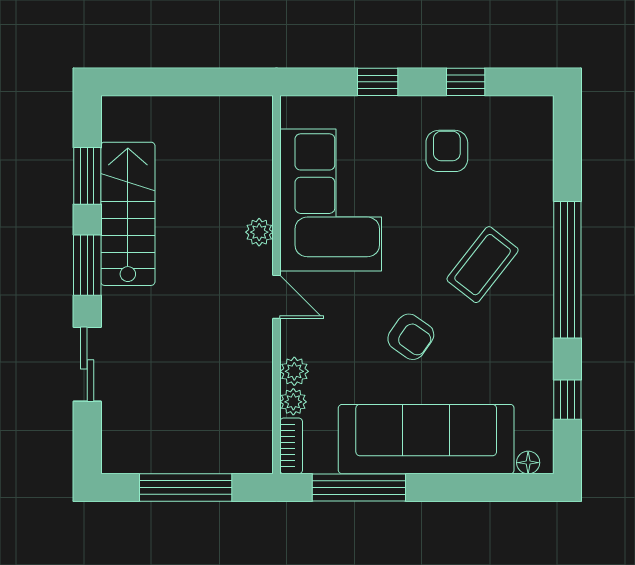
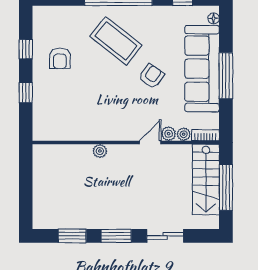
armchair: (447, 151) -> (60, 58), turned -90
corner sofa: (331, 200) -> (84, 116), removed
stairs: (128, 214) -> (206, 180), moved, turned -90
coffee table: (483, 265) -> (116, 41), width x1.36, depth x1.32
door: (277, 297) -> (150, 142), moved
window: (359, 487) -> (226, 76), moved

